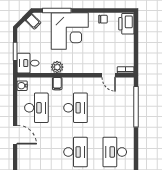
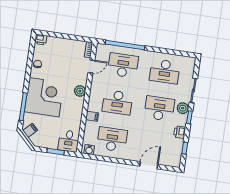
printer: (126, 24) -> (41, 40), width x0.53, depth x0.68
plant: (57, 67) -> (80, 91), moved
desk: (76, 108) -> (117, 102), turned 180
desk: (115, 108) -> (123, 65), added
door: (15, 135) -> (149, 165), moved

